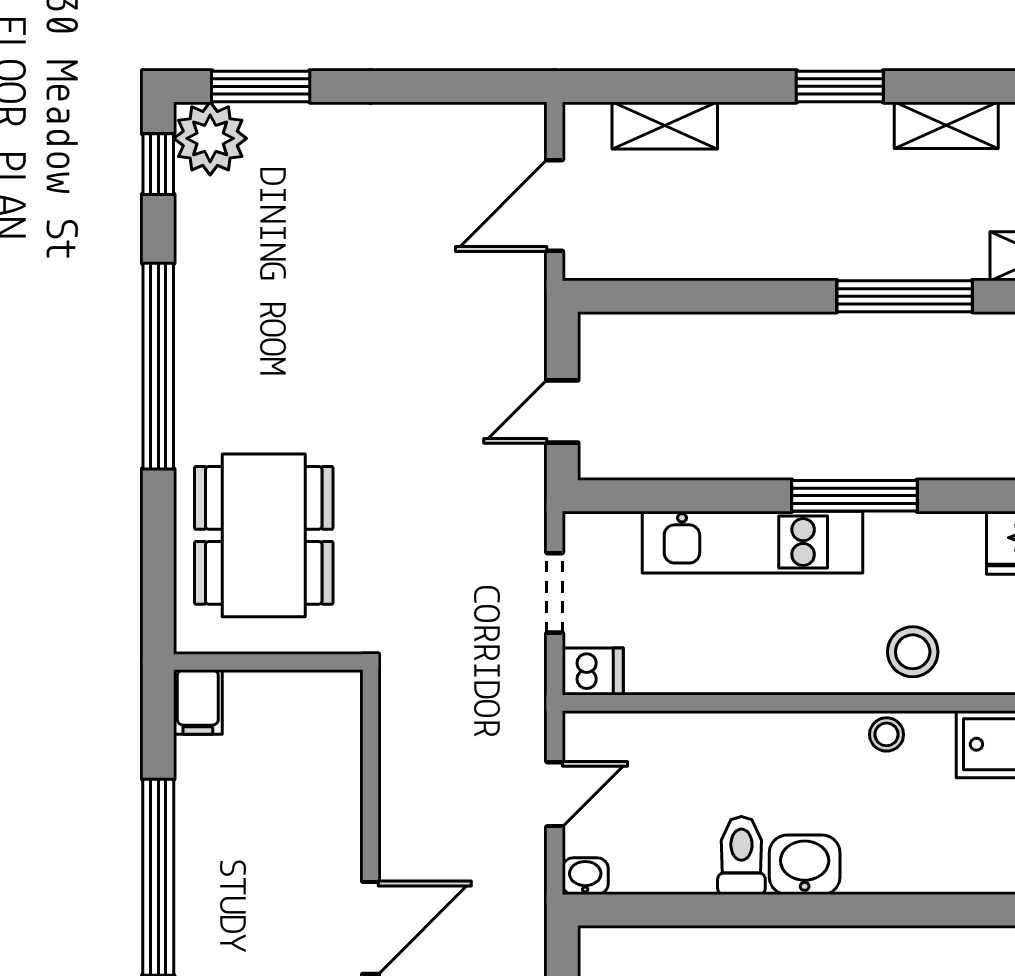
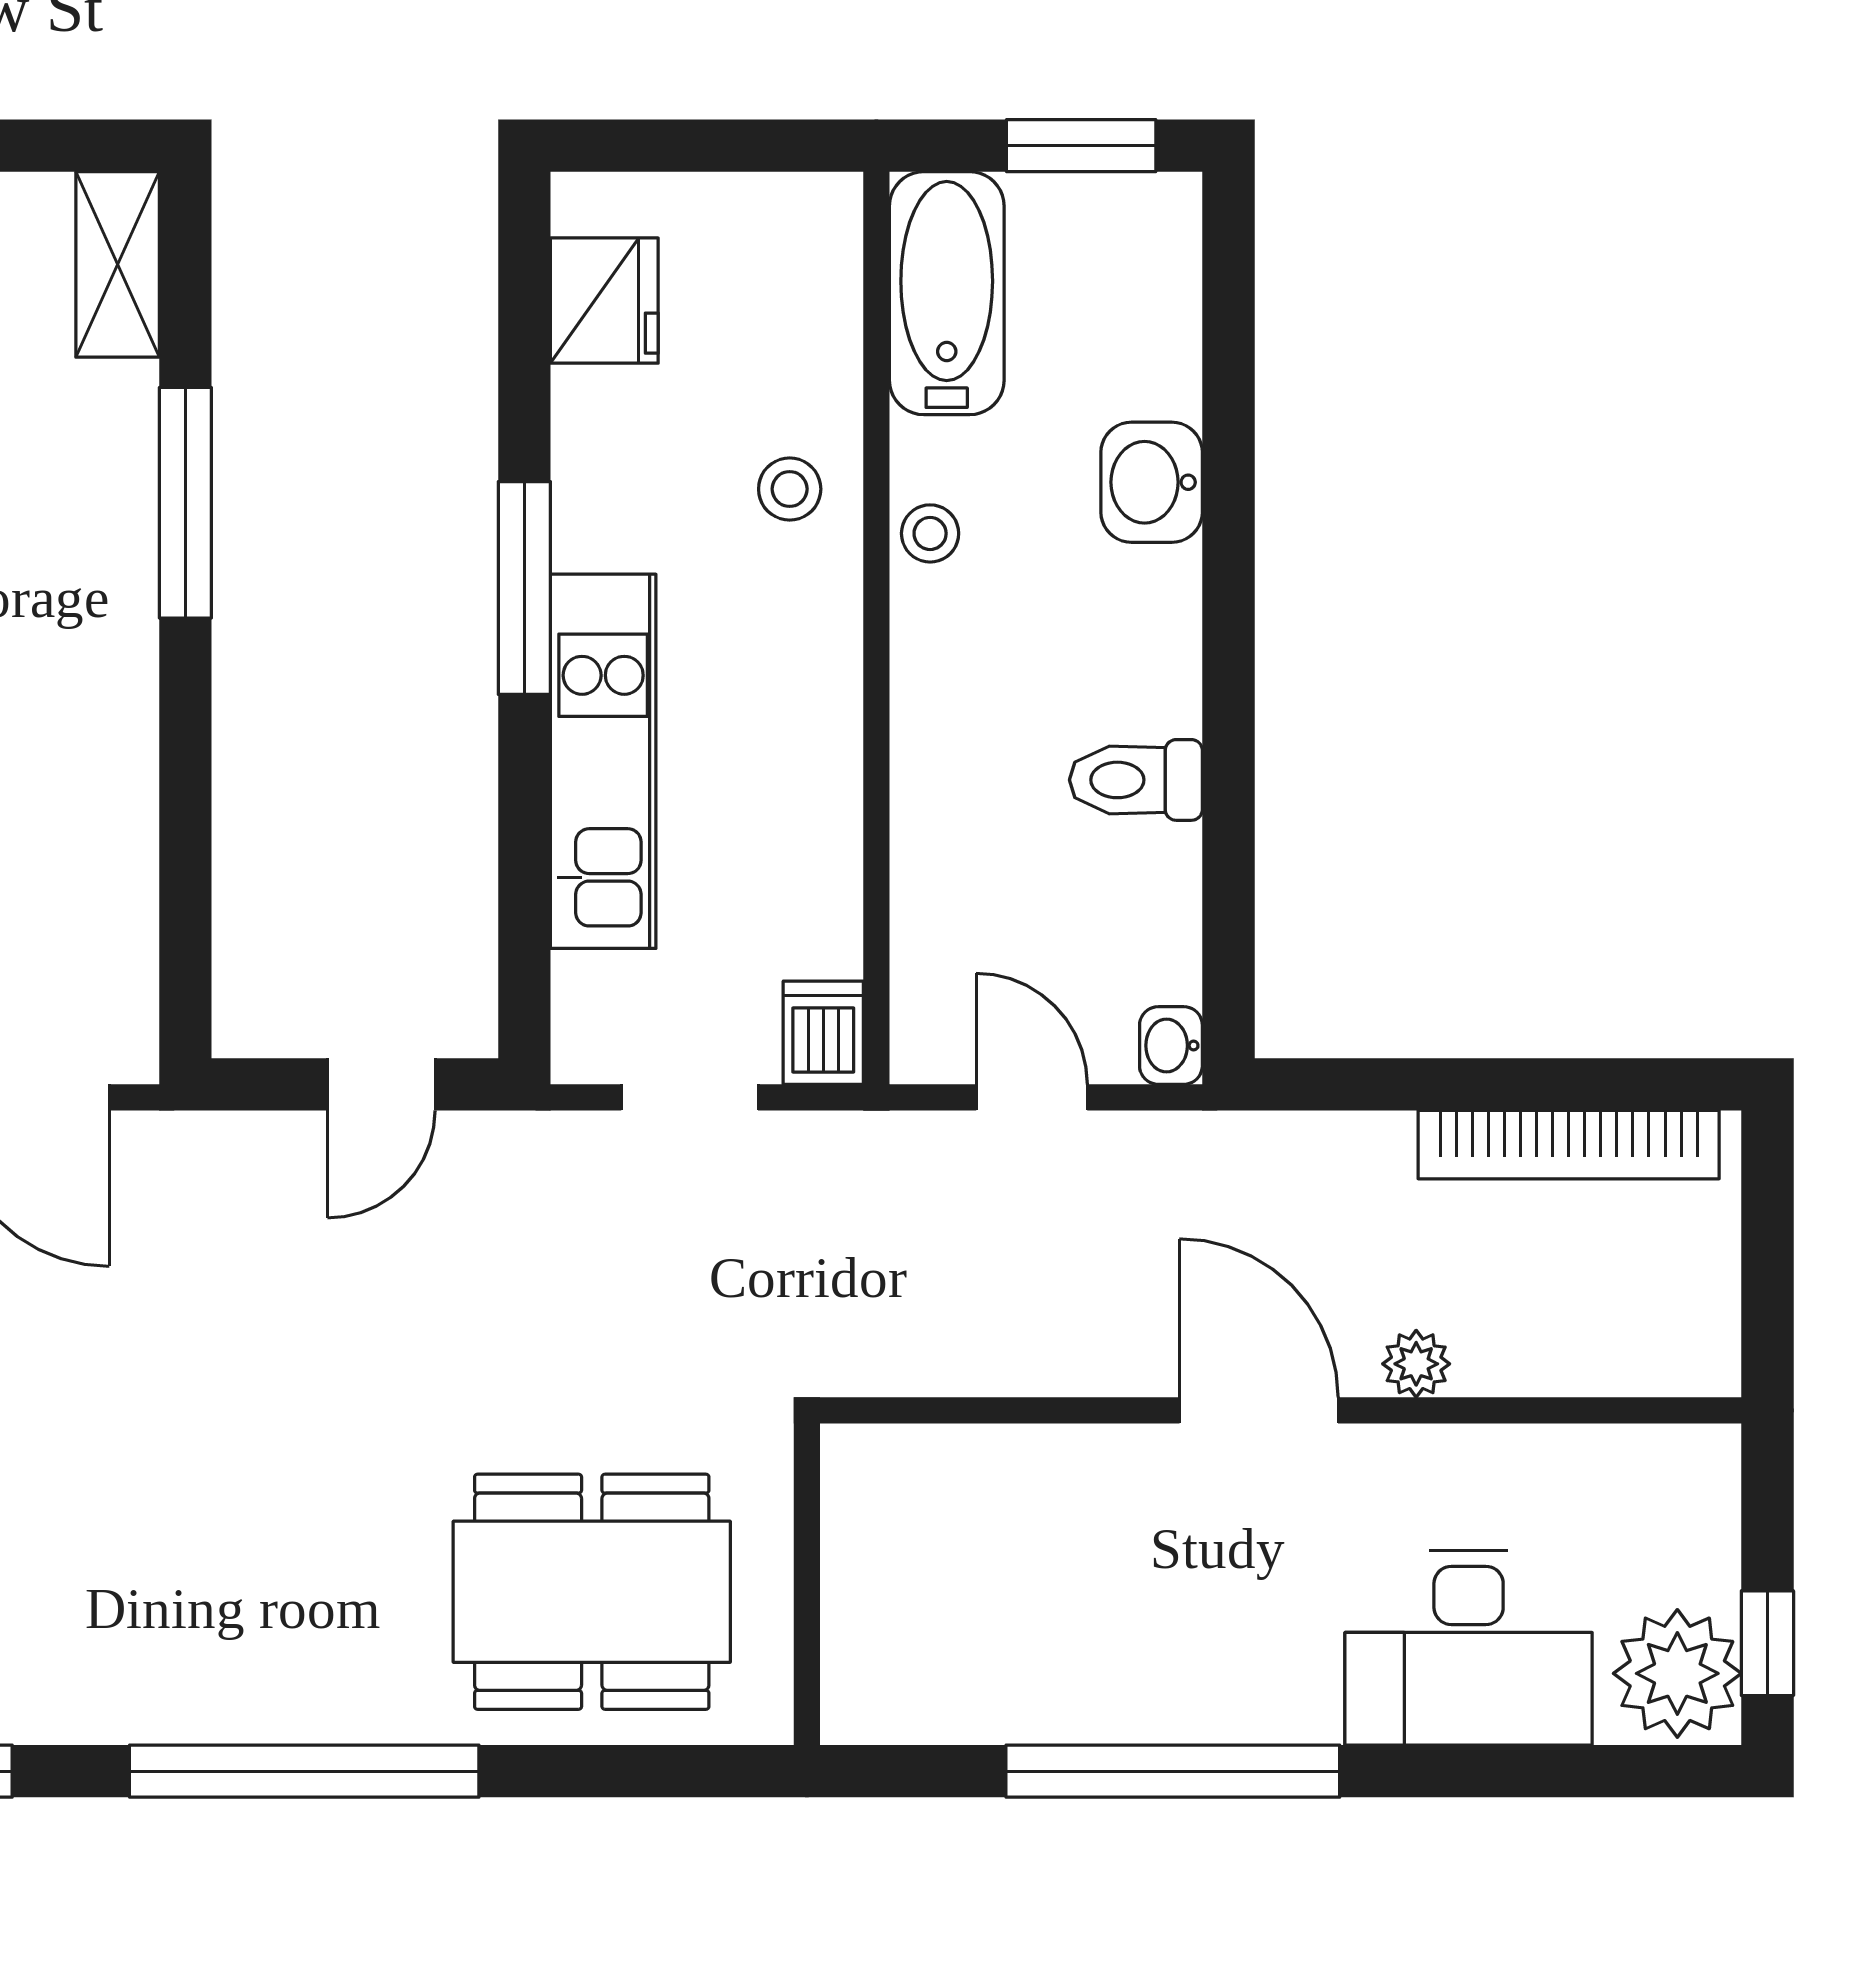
door: (562, 412) -> (381, 1084), hinge flipped
stool: (913, 652) -> (790, 489), width x0.73, depth x0.73
filing cabinet: (198, 702) -> (875, 1704), removed
washbasin: (805, 865) -> (1152, 482), moved

